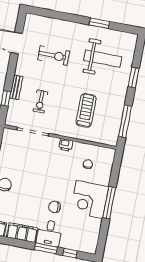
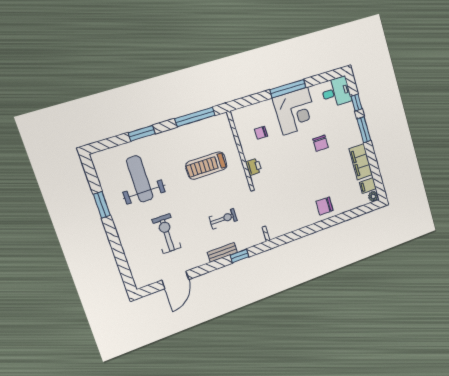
desk: (49, 233) -> (336, 92), moved

